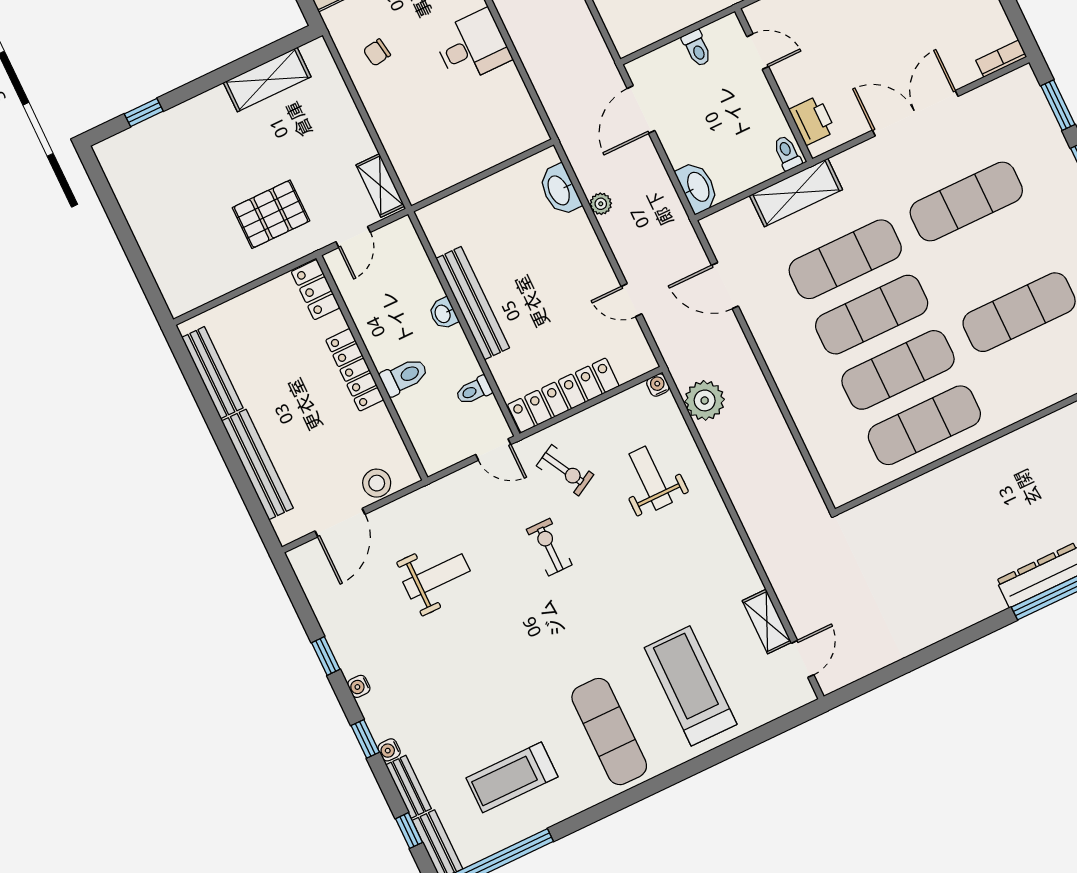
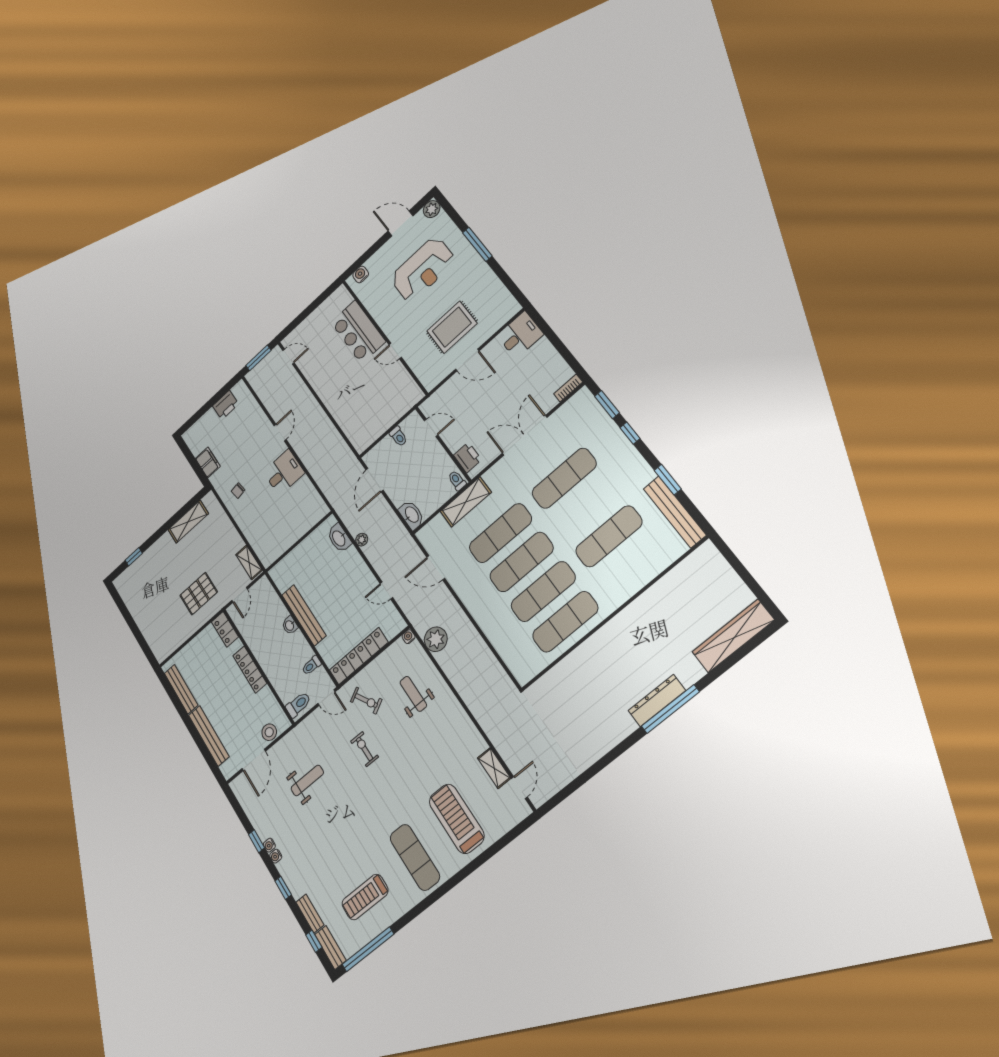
toilet: (404, 376) -> (298, 705), moved
water cooler: (389, 750) -> (269, 845), moved

